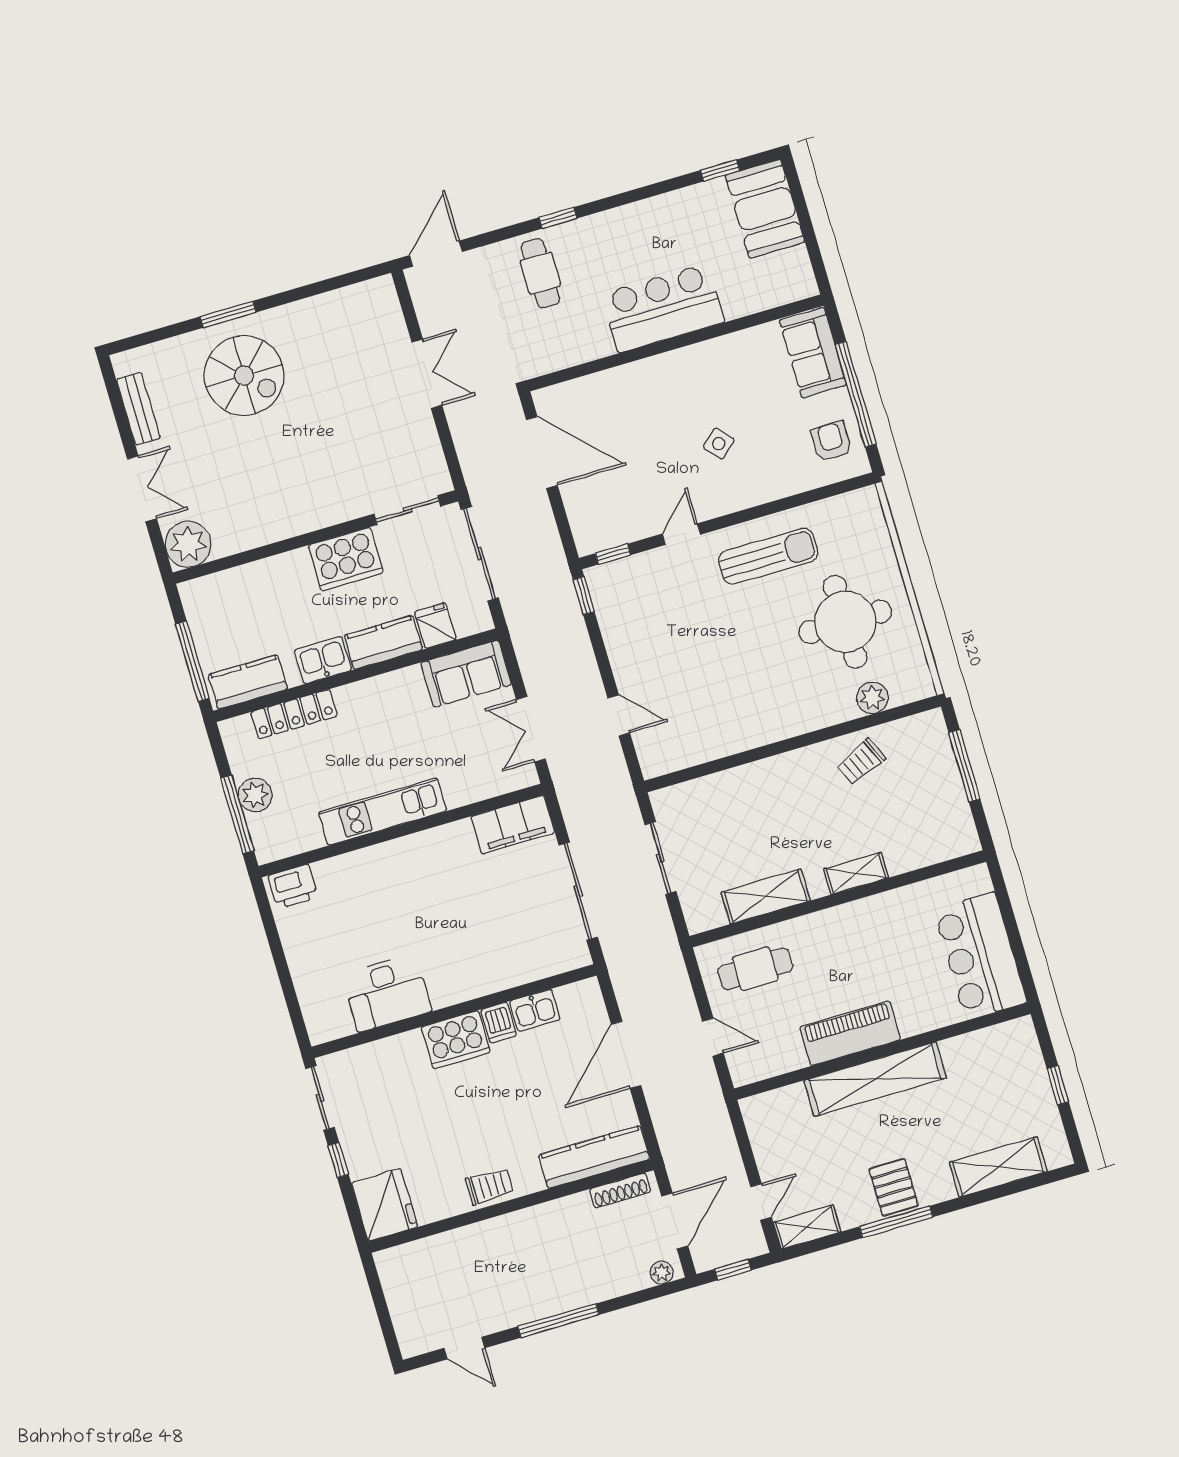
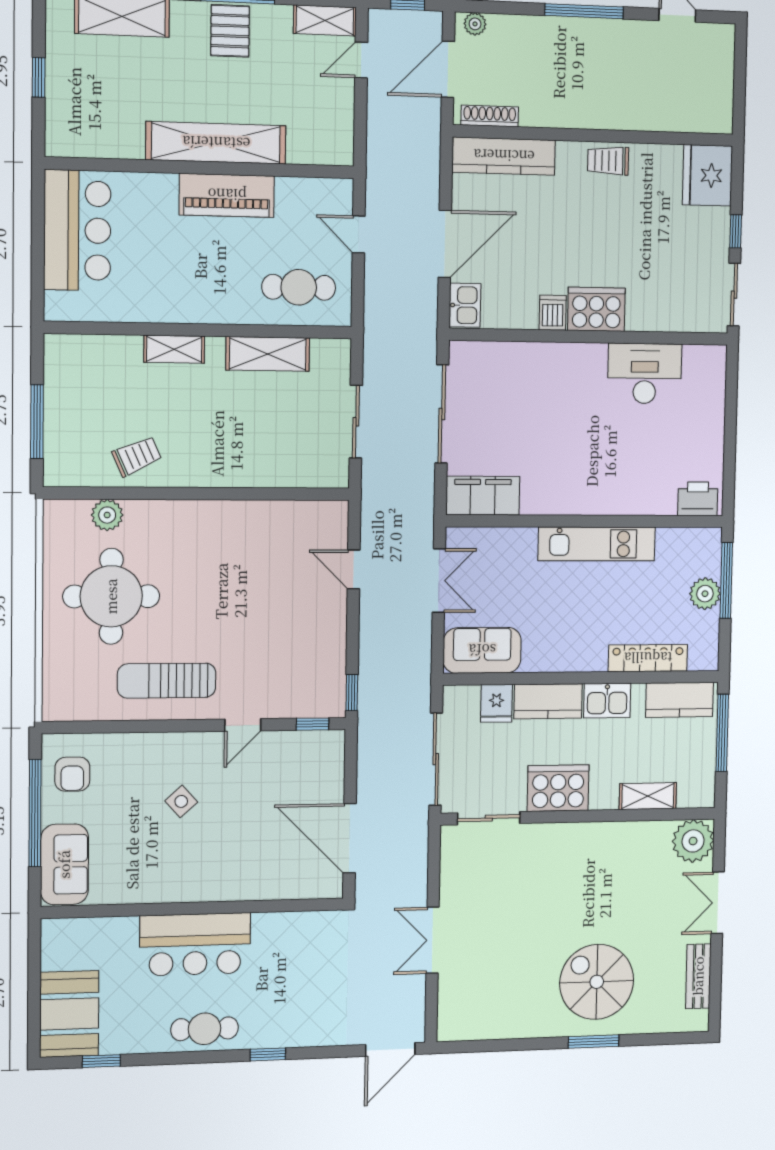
cafe table: (540, 273) -> (205, 1029), moved, turned 90
shelving: (250, 577) -> (648, 796), added
kitchen sink: (535, 1010) -> (465, 305), moved, turned 90

